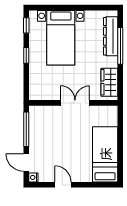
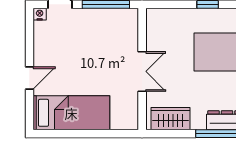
door: (63, 185) -> (29, 78), moved

